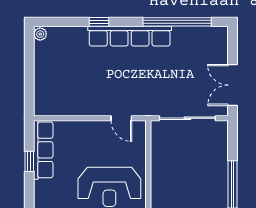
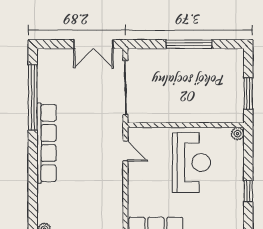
window: (99, 22) -> (33, 173), removed
door: (121, 118) -> (125, 151), hinge flipped

